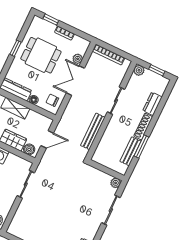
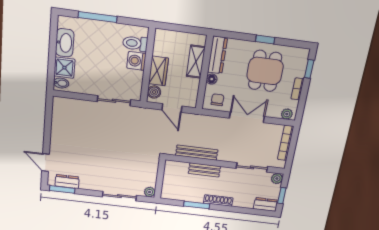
plant: (78, 59) -> (287, 114), moved
sliding door: (116, 101) -> (252, 167), moved
dresser: (152, 104) -> (266, 204), moved
bench: (130, 151) -> (204, 170), moved

